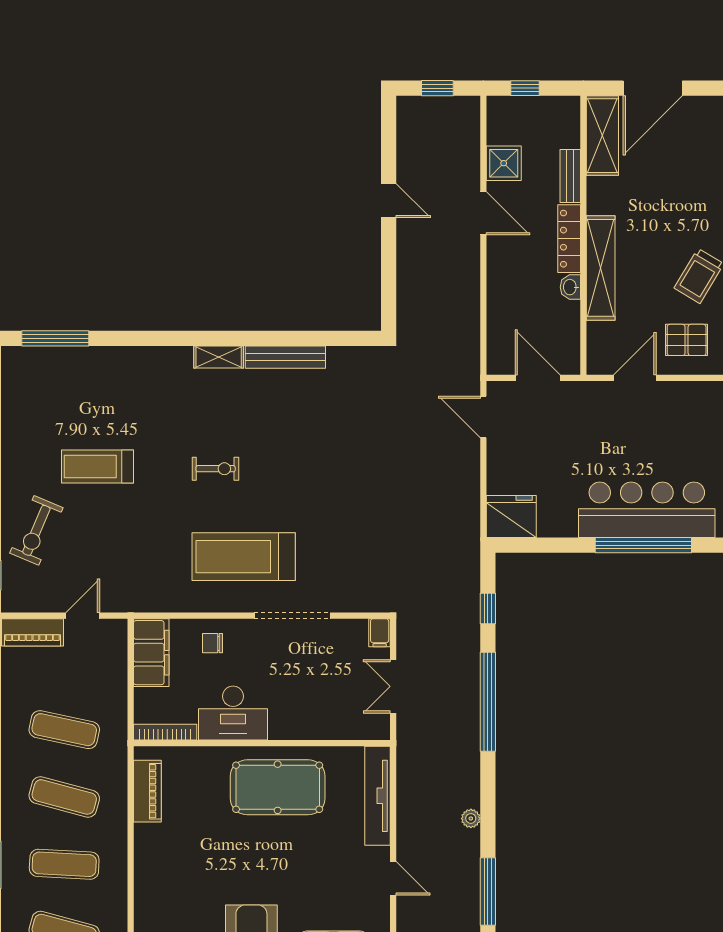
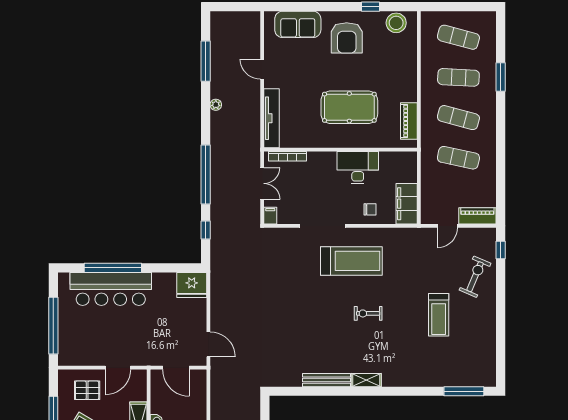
treadmill: (98, 467) -> (439, 315), turned 90
bookcase: (165, 732) -> (288, 156), moved
pool table: (278, 787) -> (349, 107), moved

